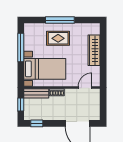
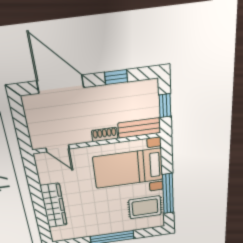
rug: (58, 38) -> (145, 207), moved
door: (85, 88) -> (58, 148), hinge flipped
window: (37, 123) -> (116, 77), moved

